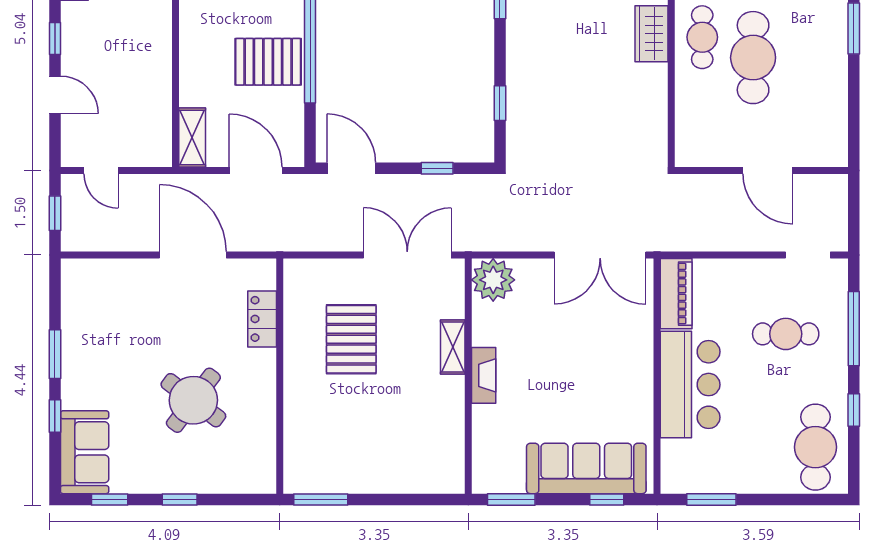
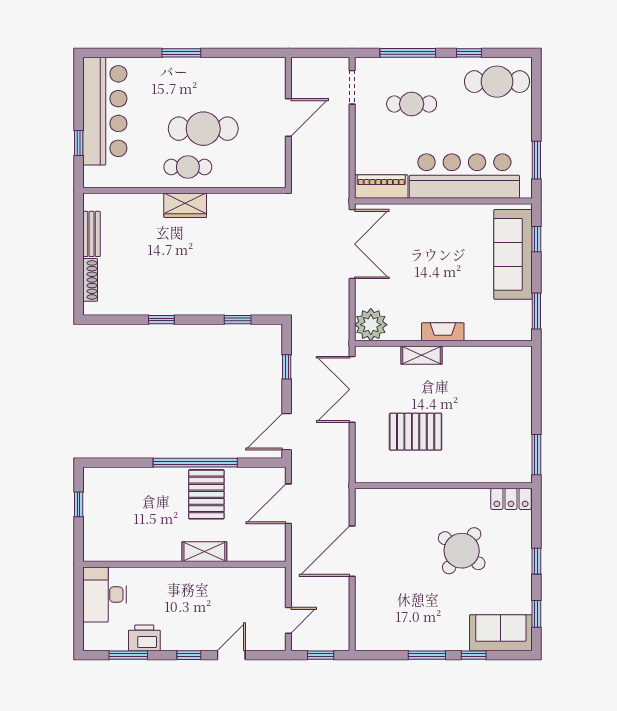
shelving: (192, 138) -> (204, 552), moved
locker: (262, 319) -> (511, 499), moved
cafe table: (786, 334) -> (412, 104), turned 90
bar counter: (690, 385) -> (464, 176), width x1.36

